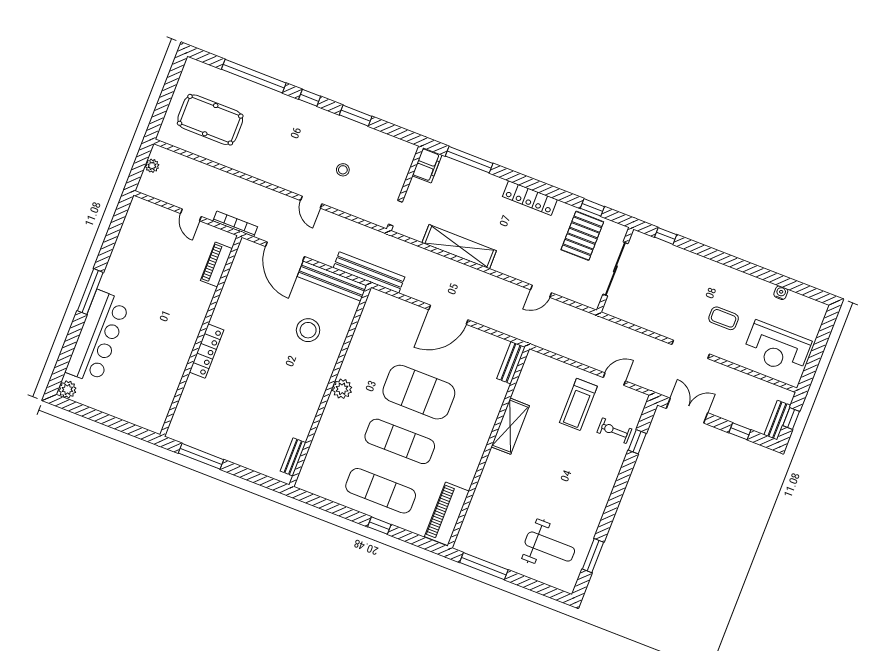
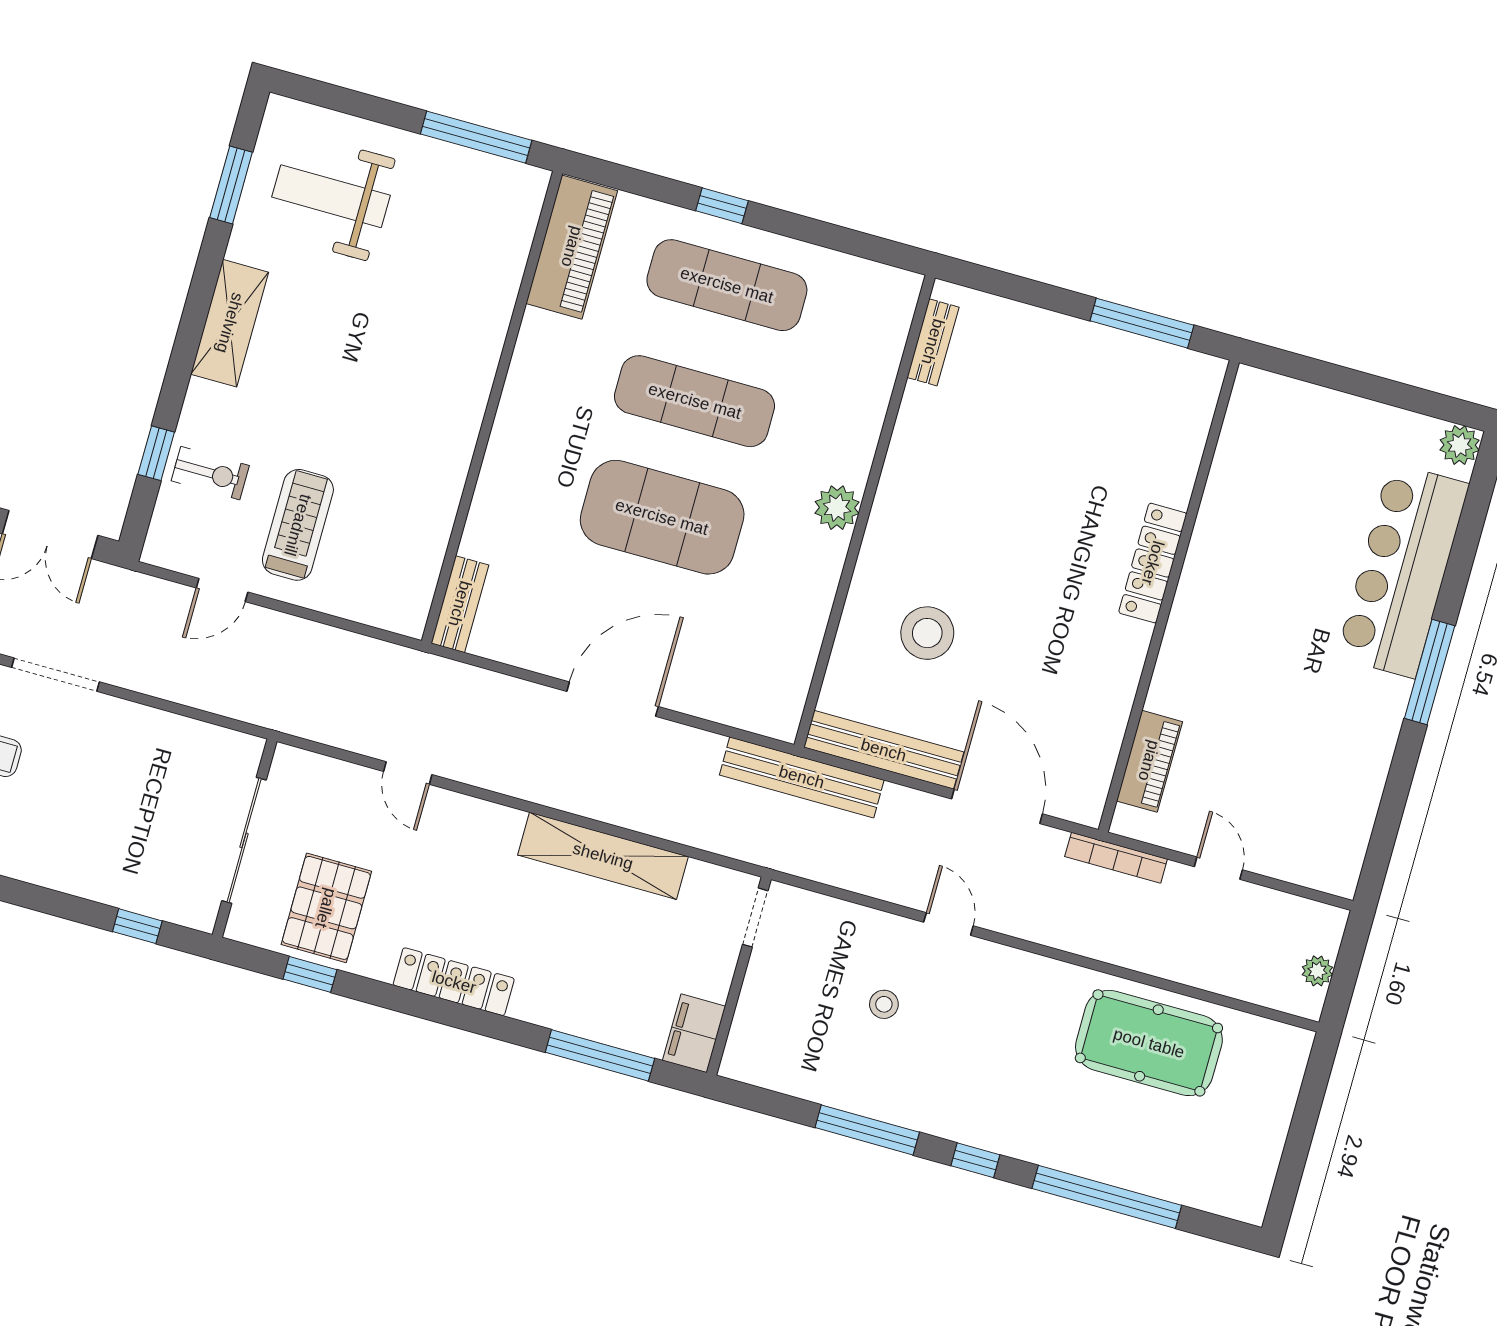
window: (356, 116) -> (867, 1130), width x1.44
pool table: (210, 120) -> (1149, 1043), moved
door: (541, 291) -> (408, 773), swing flipped
shelving: (510, 426) -> (230, 323), moved

